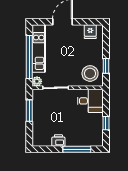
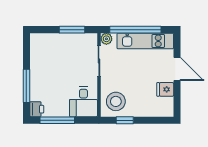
fridge: (90, 32) -> (165, 89), moved
window: (106, 123) -> (57, 120), width x2.17
printer: (58, 140) -> (37, 109), moved

